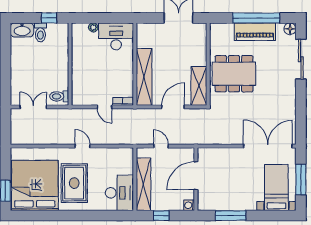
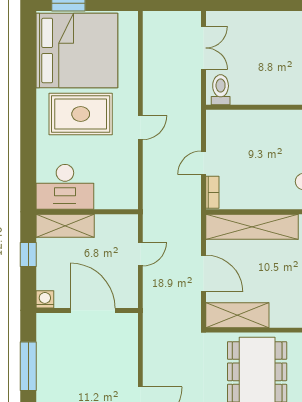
shelving: (143, 184) -> (65, 226), width x0.68

